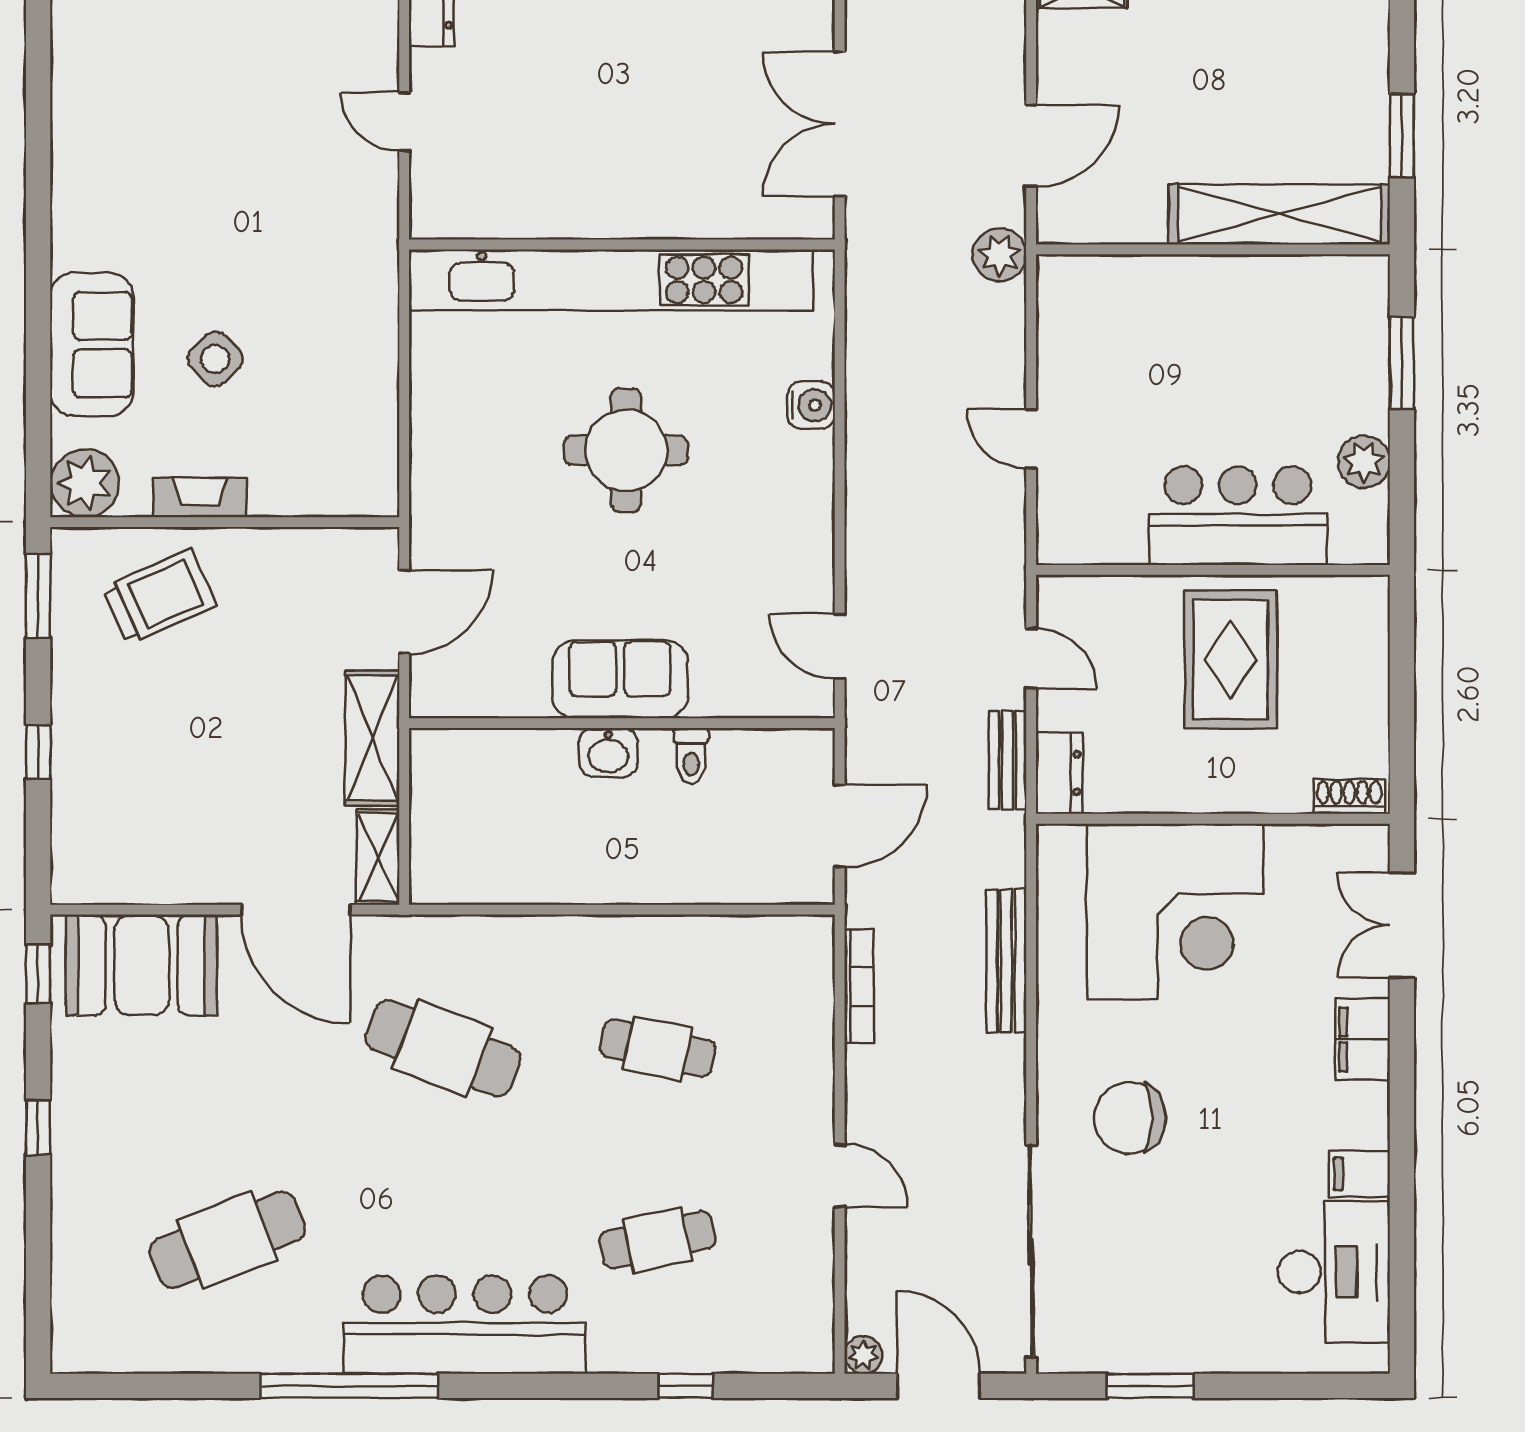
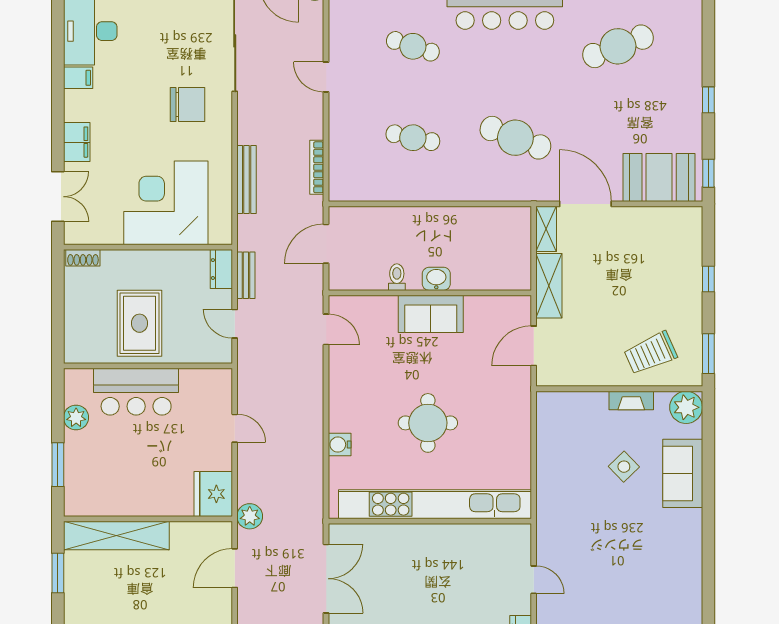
fridge: (1076, 302) -> (213, 494), added
cafe table: (658, 1240) -> (413, 46), turned 30

